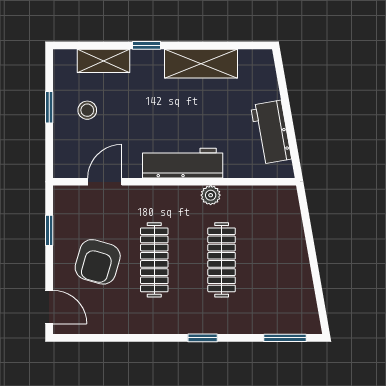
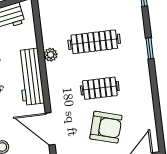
door: (105, 182) -> (50, 129), width x1.38
clothes rail: (154, 260) -> (100, 88), width x0.73

